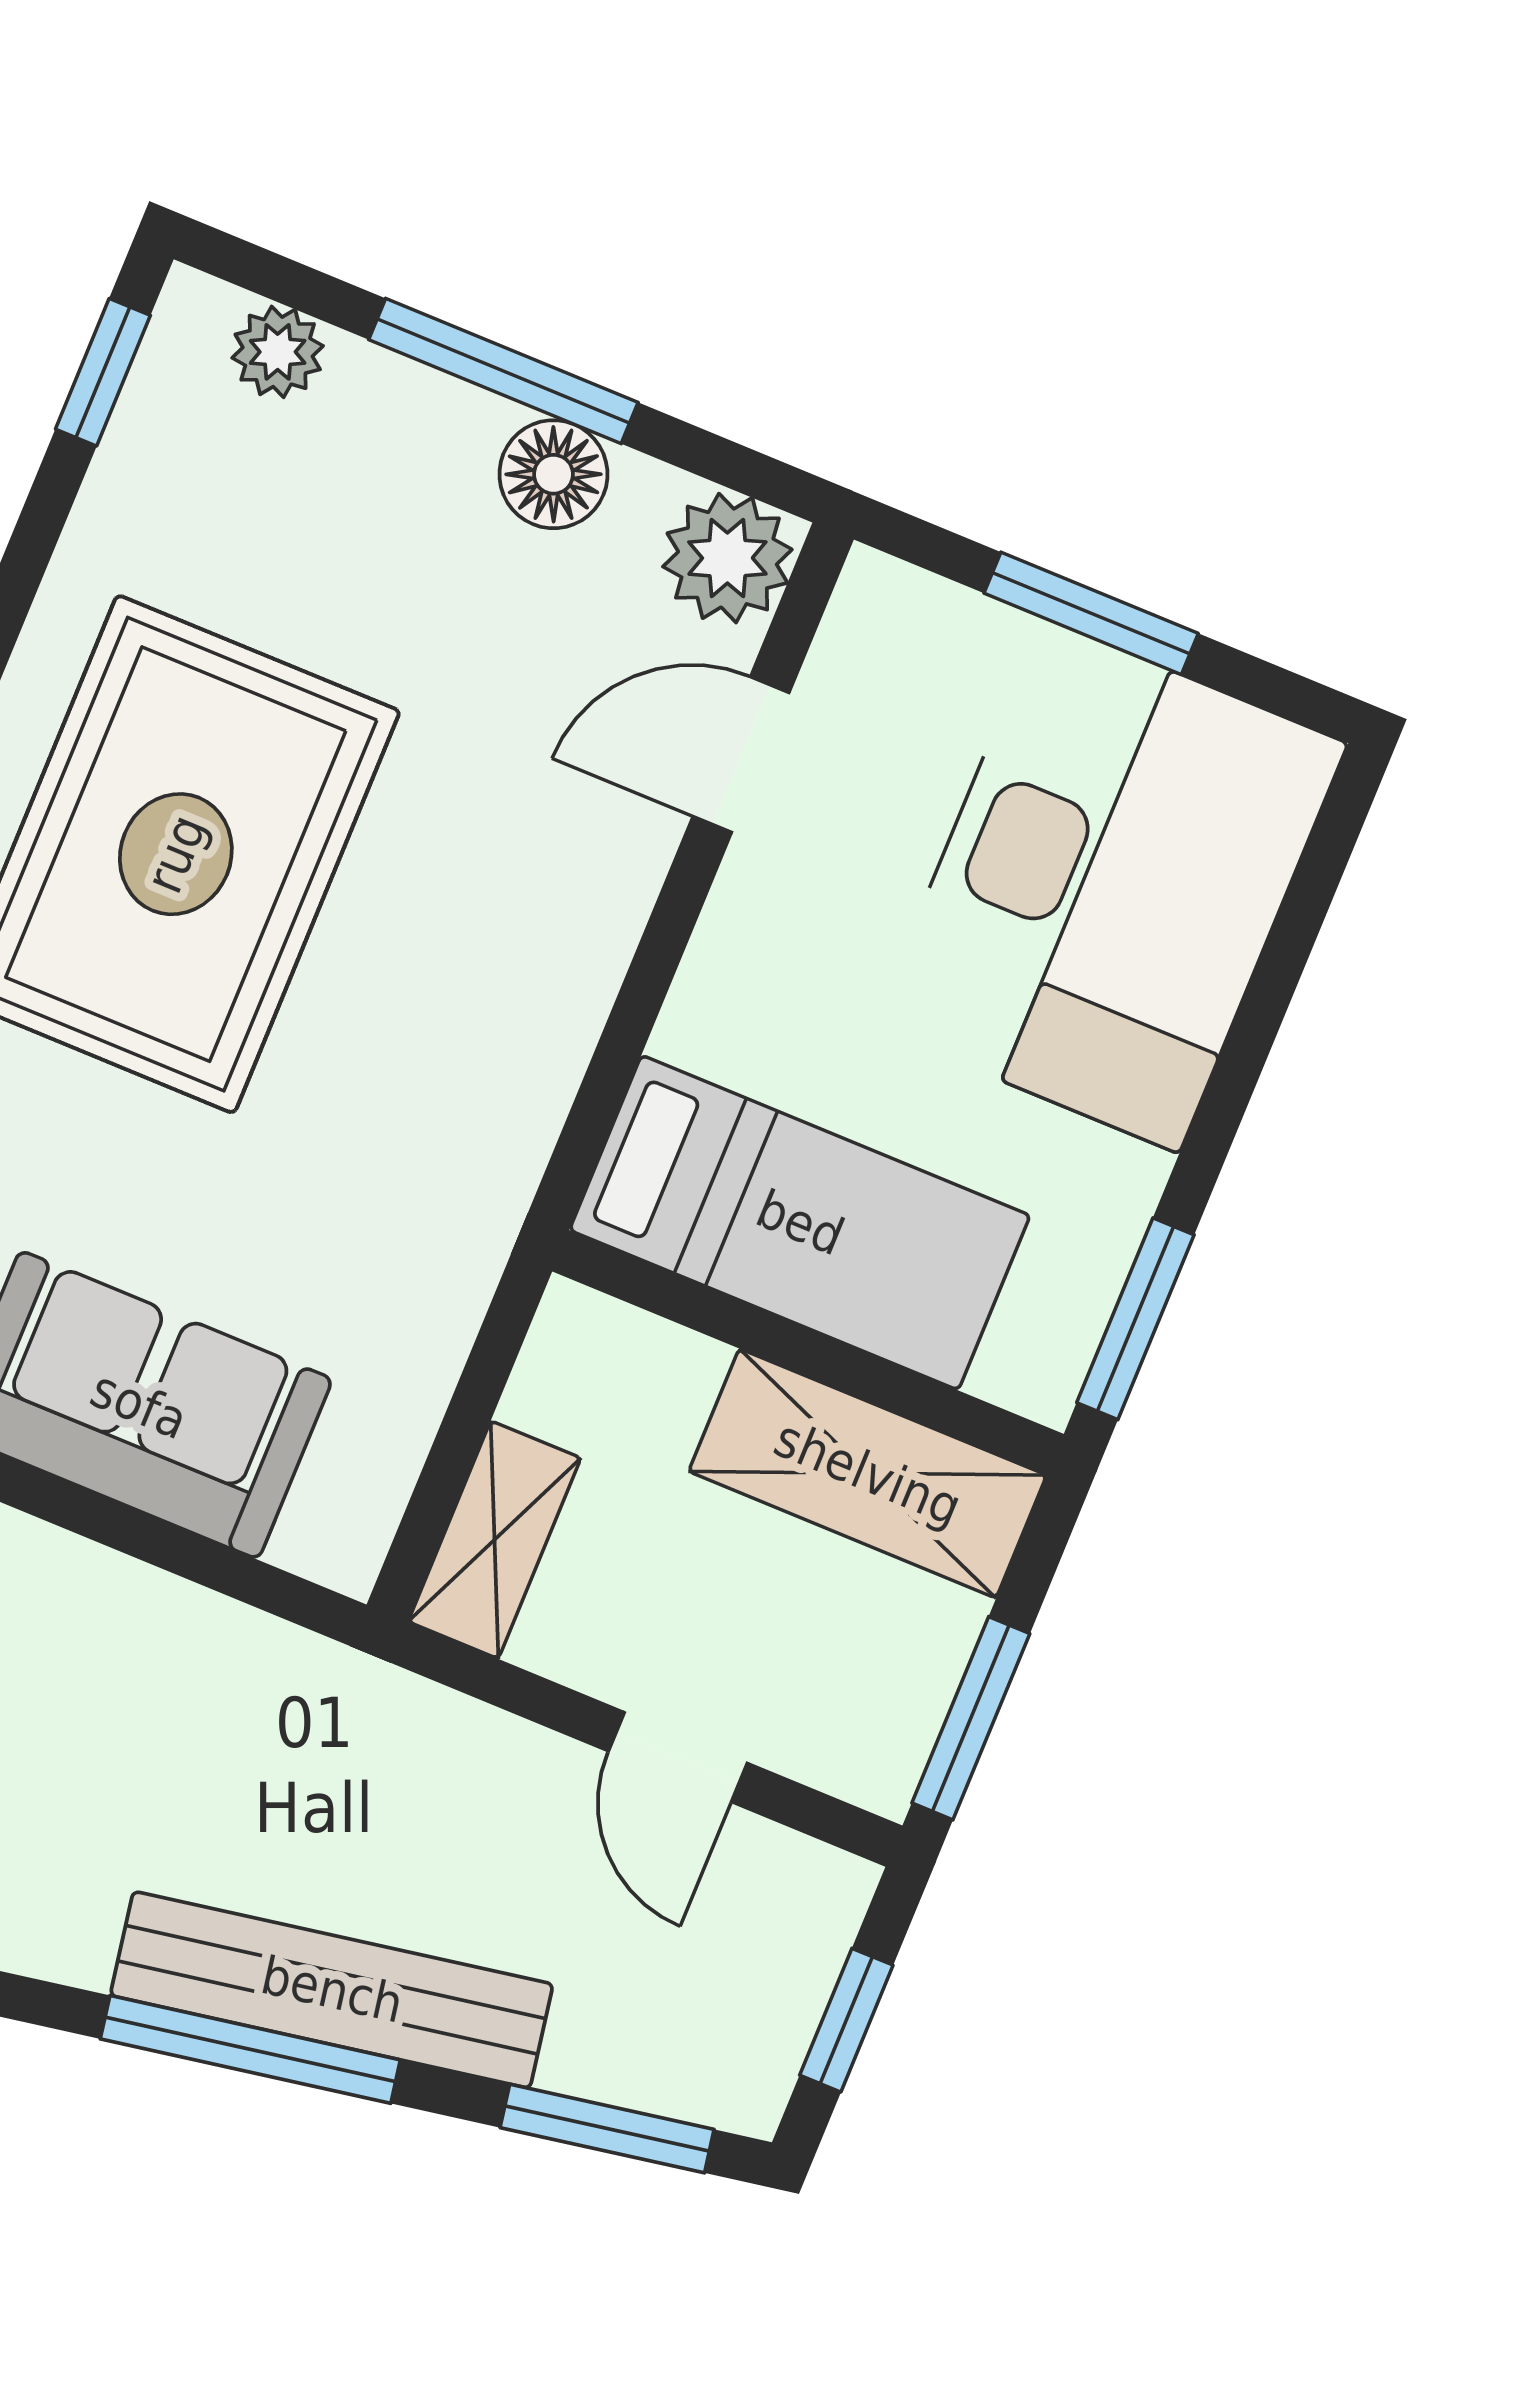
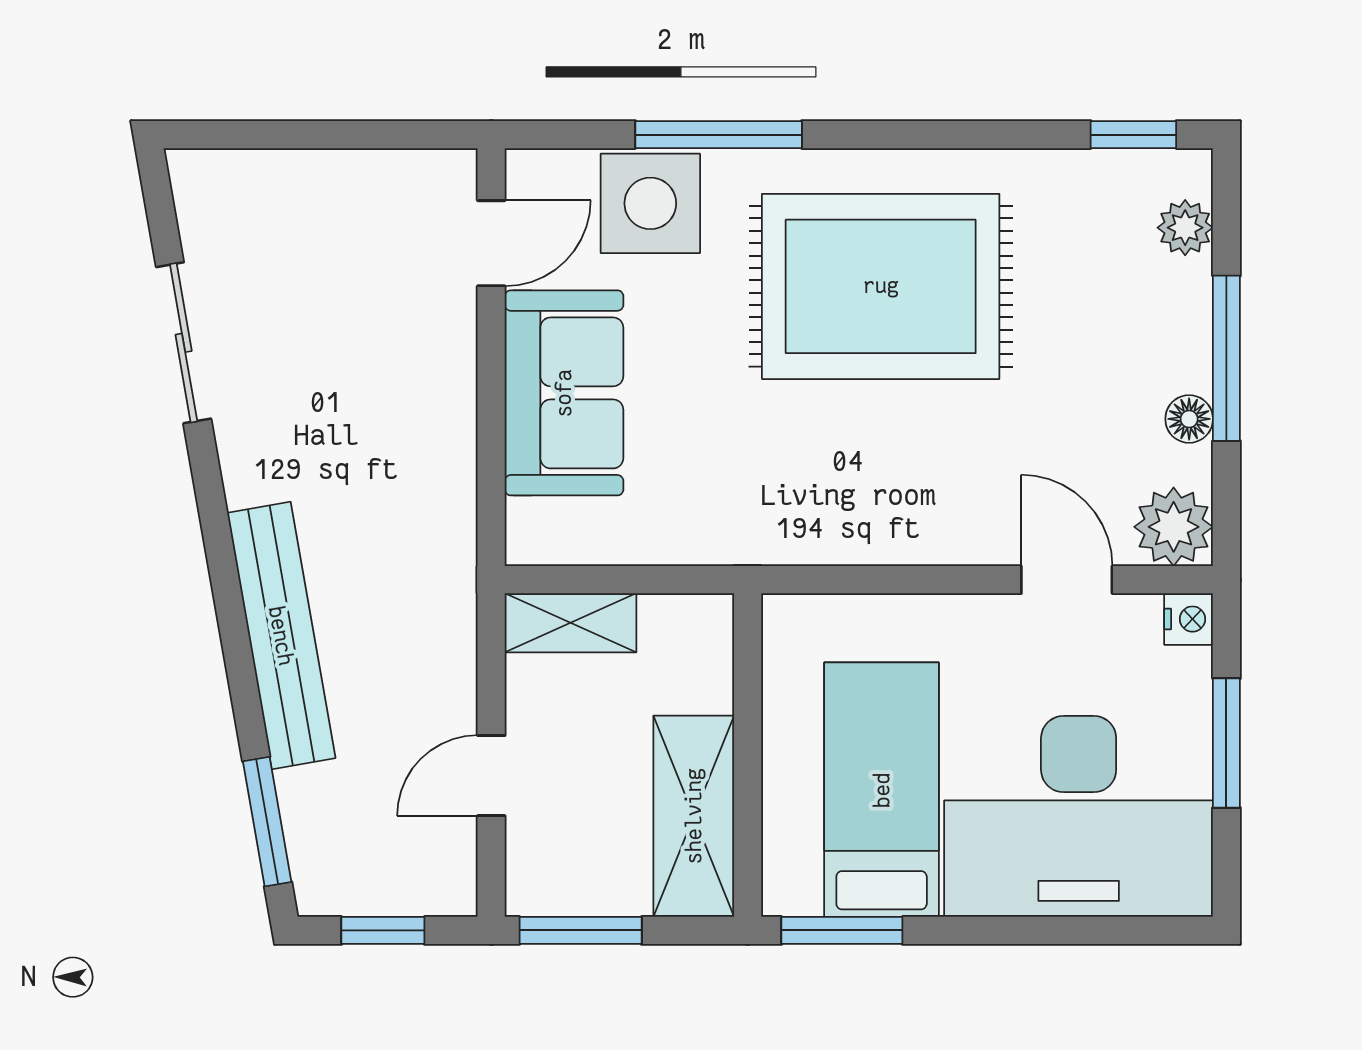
floor lamp: (553, 474) -> (1189, 419), width x0.73, depth x0.73
nightstand: (878, 593) -> (1189, 619), added
bed: (800, 1223) -> (882, 790), moved, turned 180
window: (250, 2049) -> (229, 604), removed

